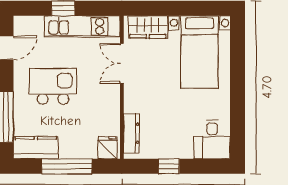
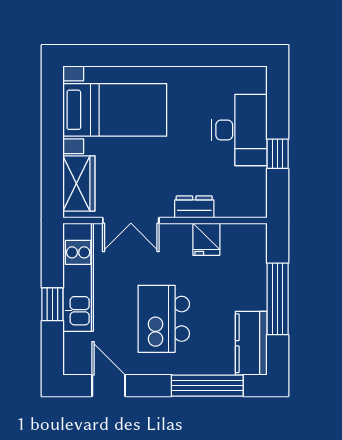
dresser: (131, 133) -> (194, 207), moved, width x0.70
desk: (212, 139) -> (239, 130), moved, width x1.37
fridge: (107, 148) -> (206, 239), moved, turned -90

